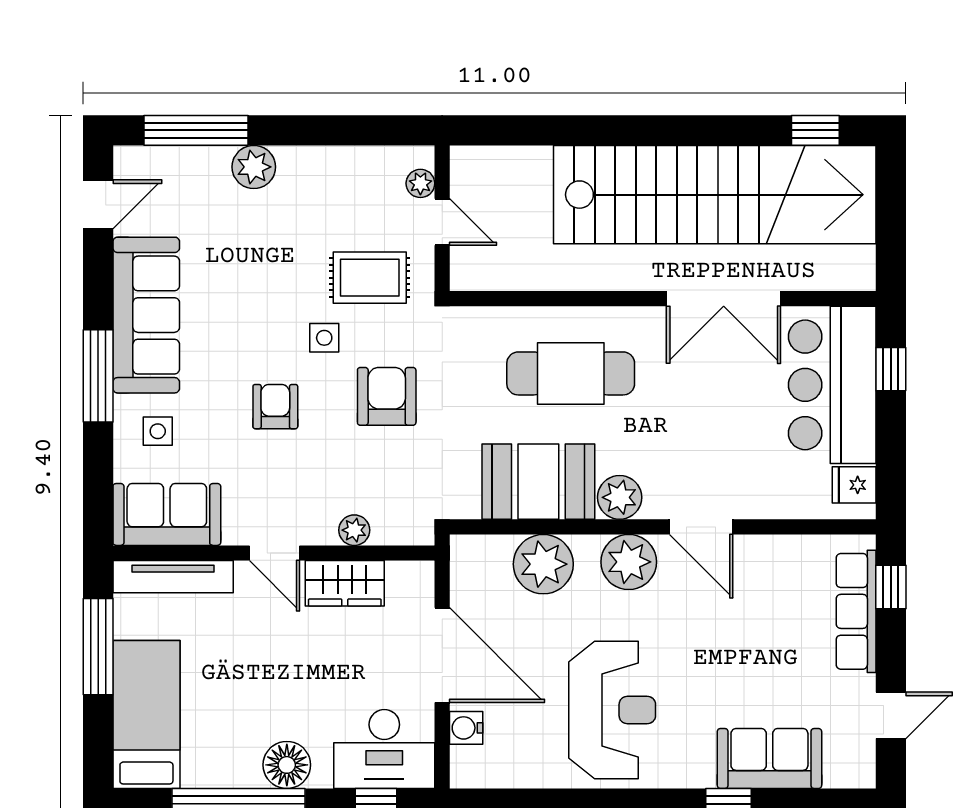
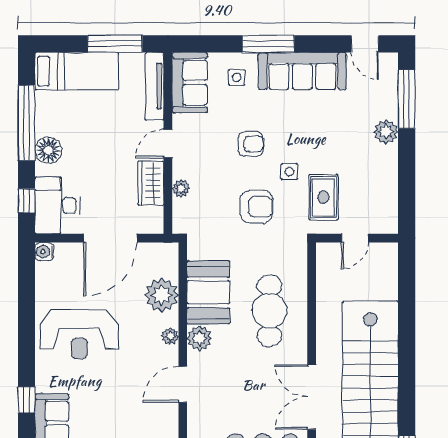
plant: (420, 183) -> (377, 226), removed
plant: (629, 562) -> (170, 336), width x0.53, depth x0.53
water cooler: (466, 728) -> (44, 252), moved, turned -90

